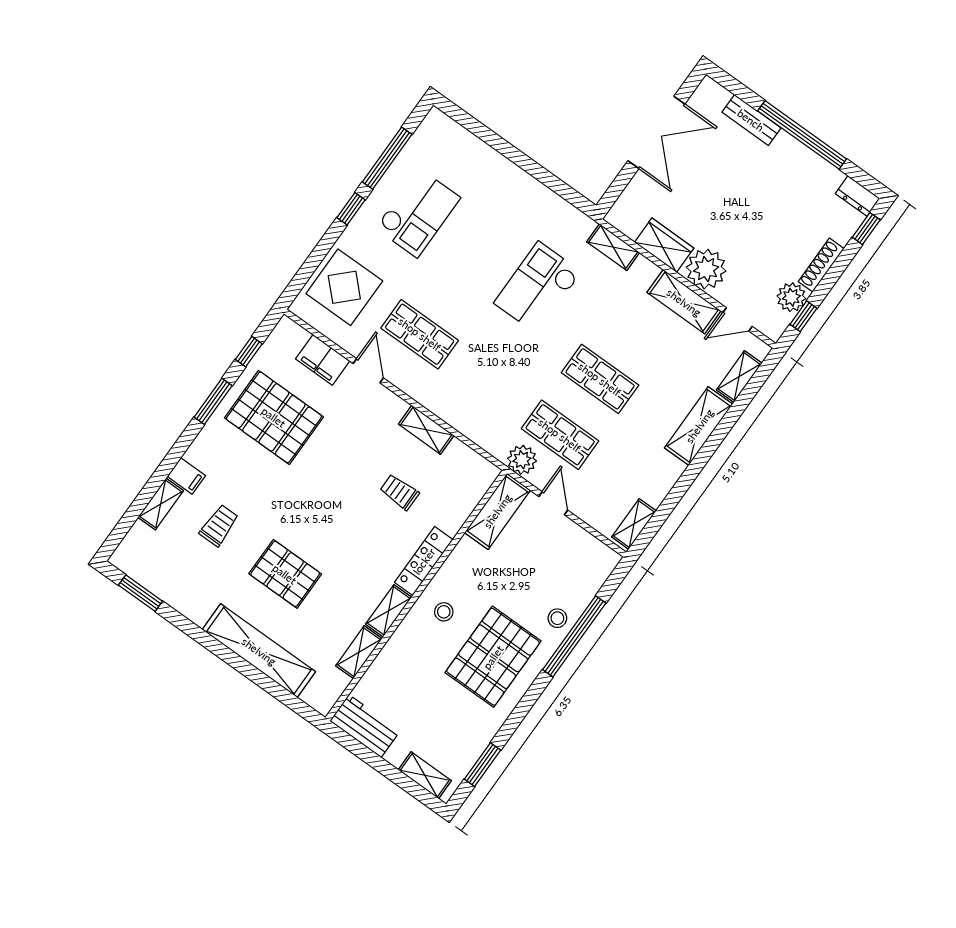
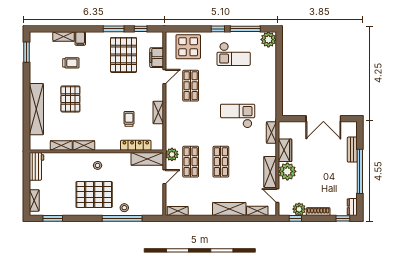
plant: (437, 129) -> (268, 40), added
locker: (424, 561) -> (136, 145), moved

